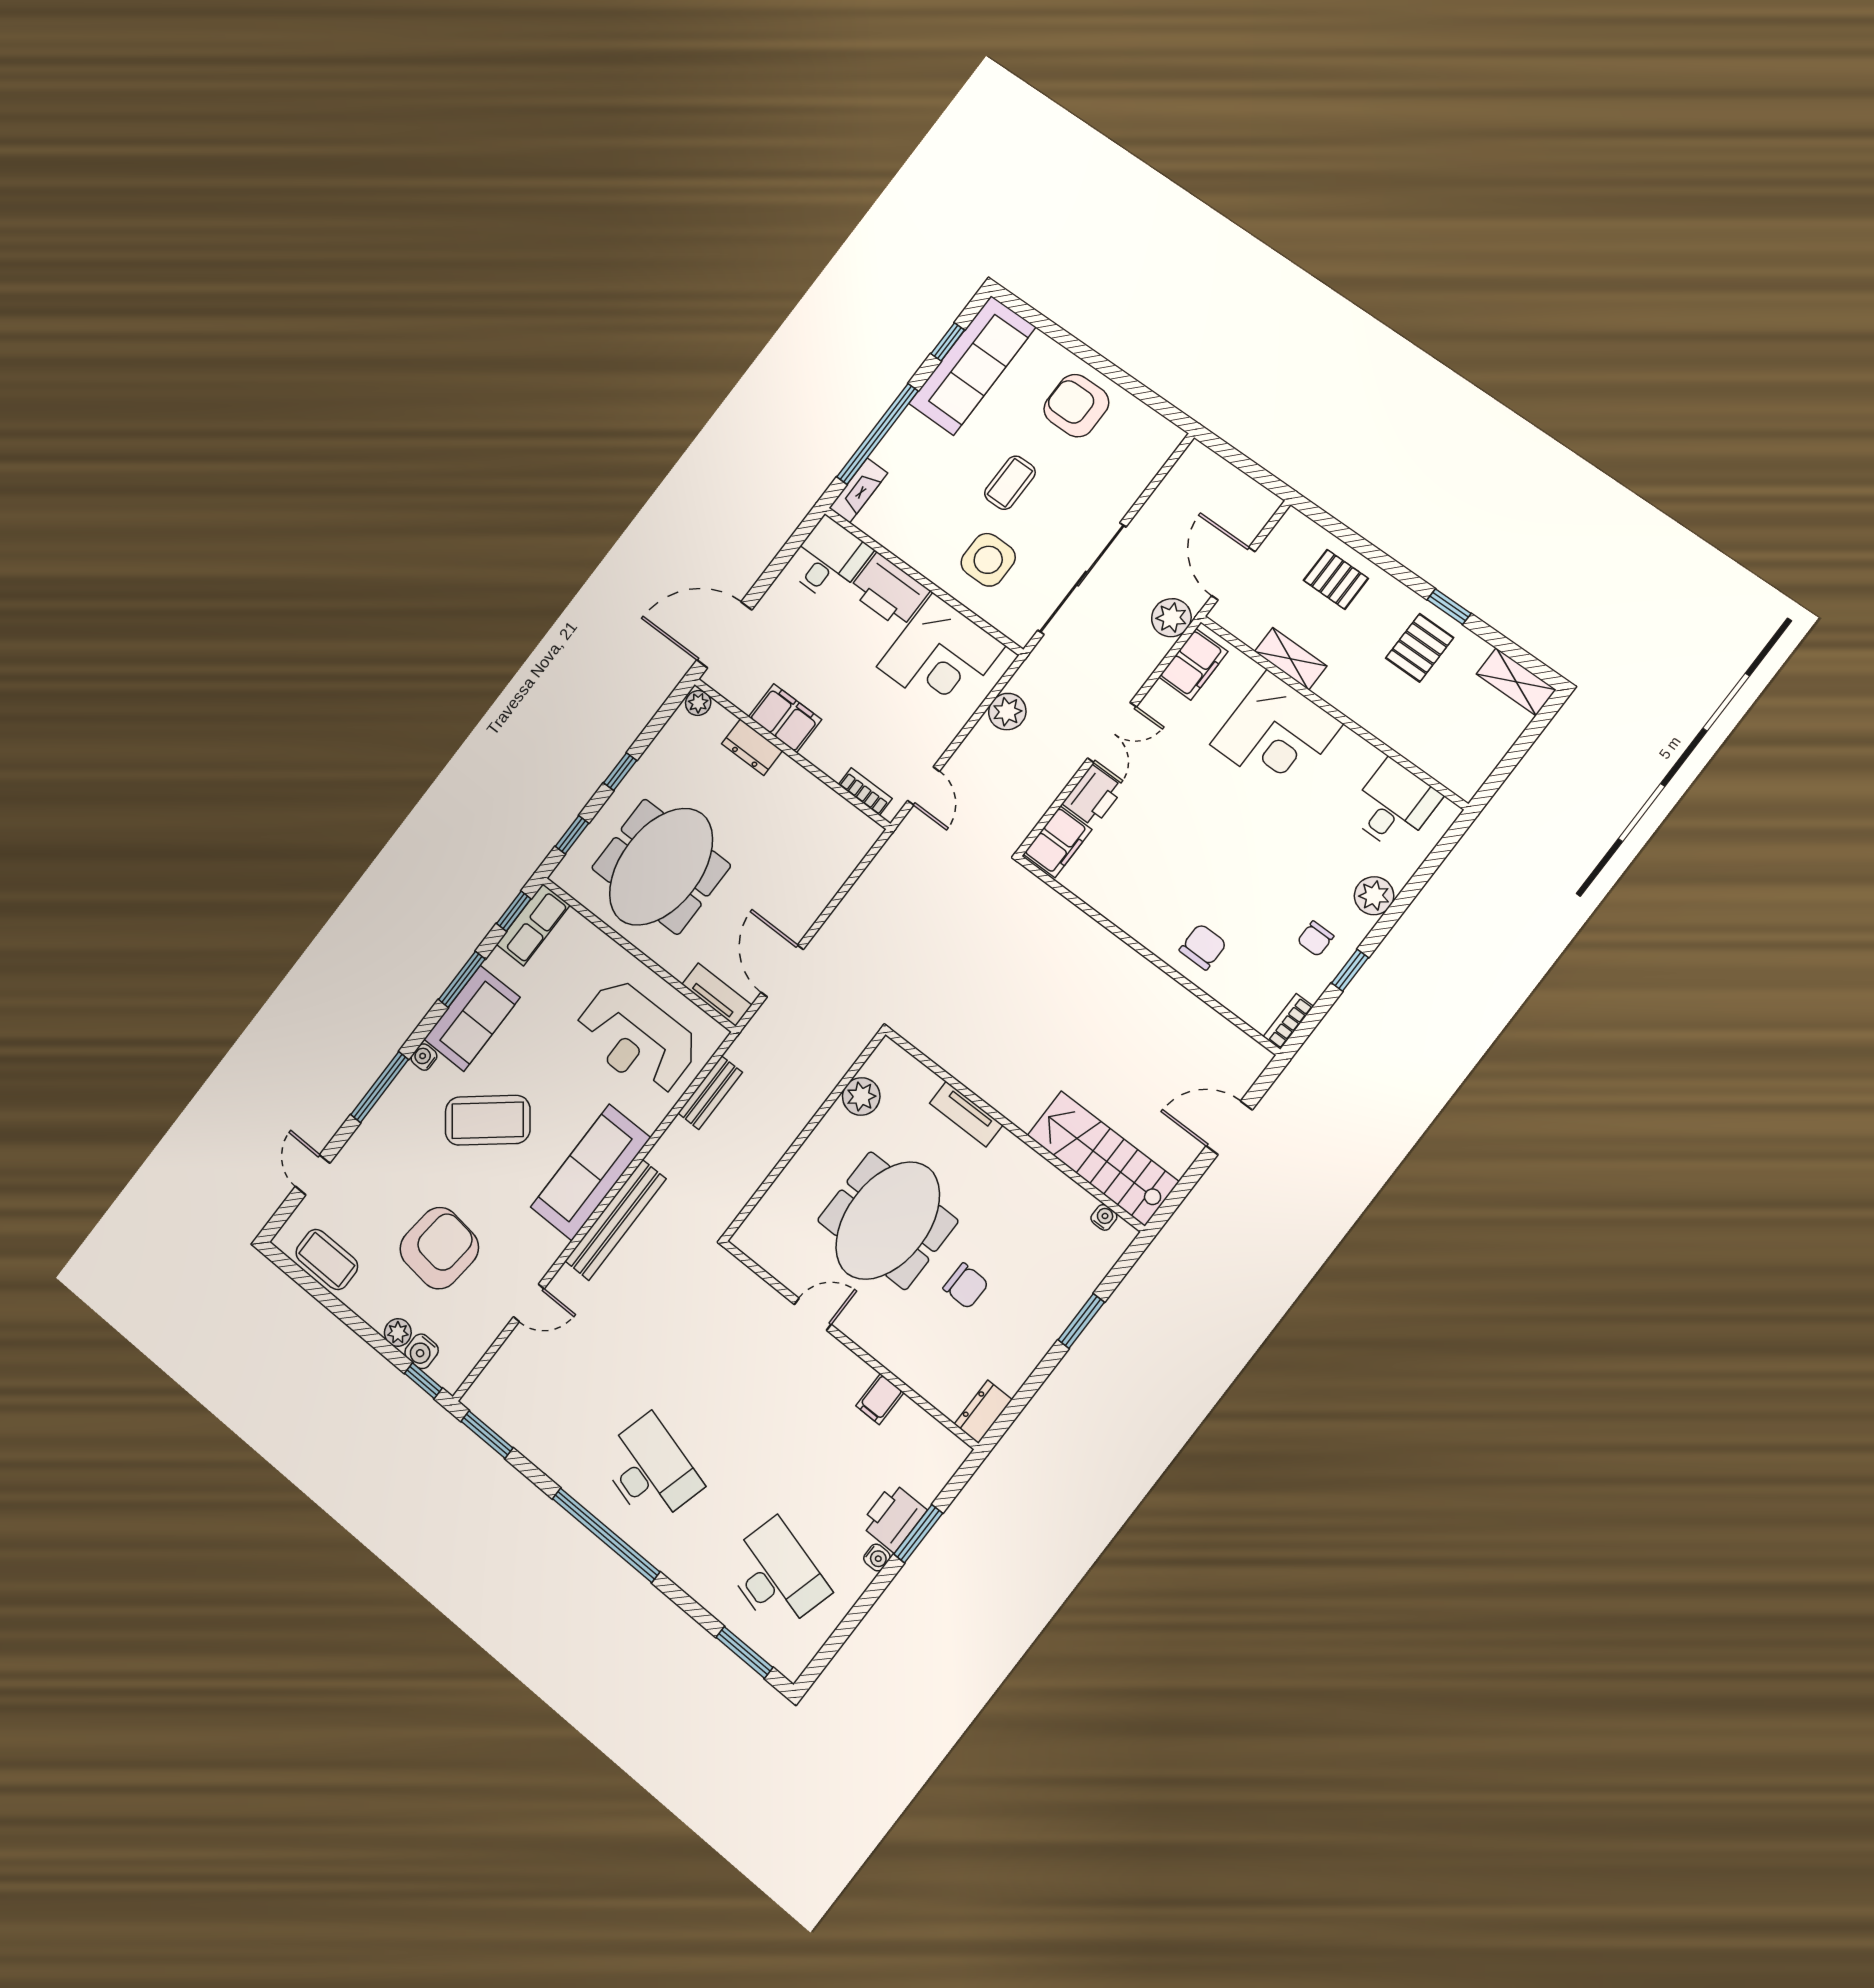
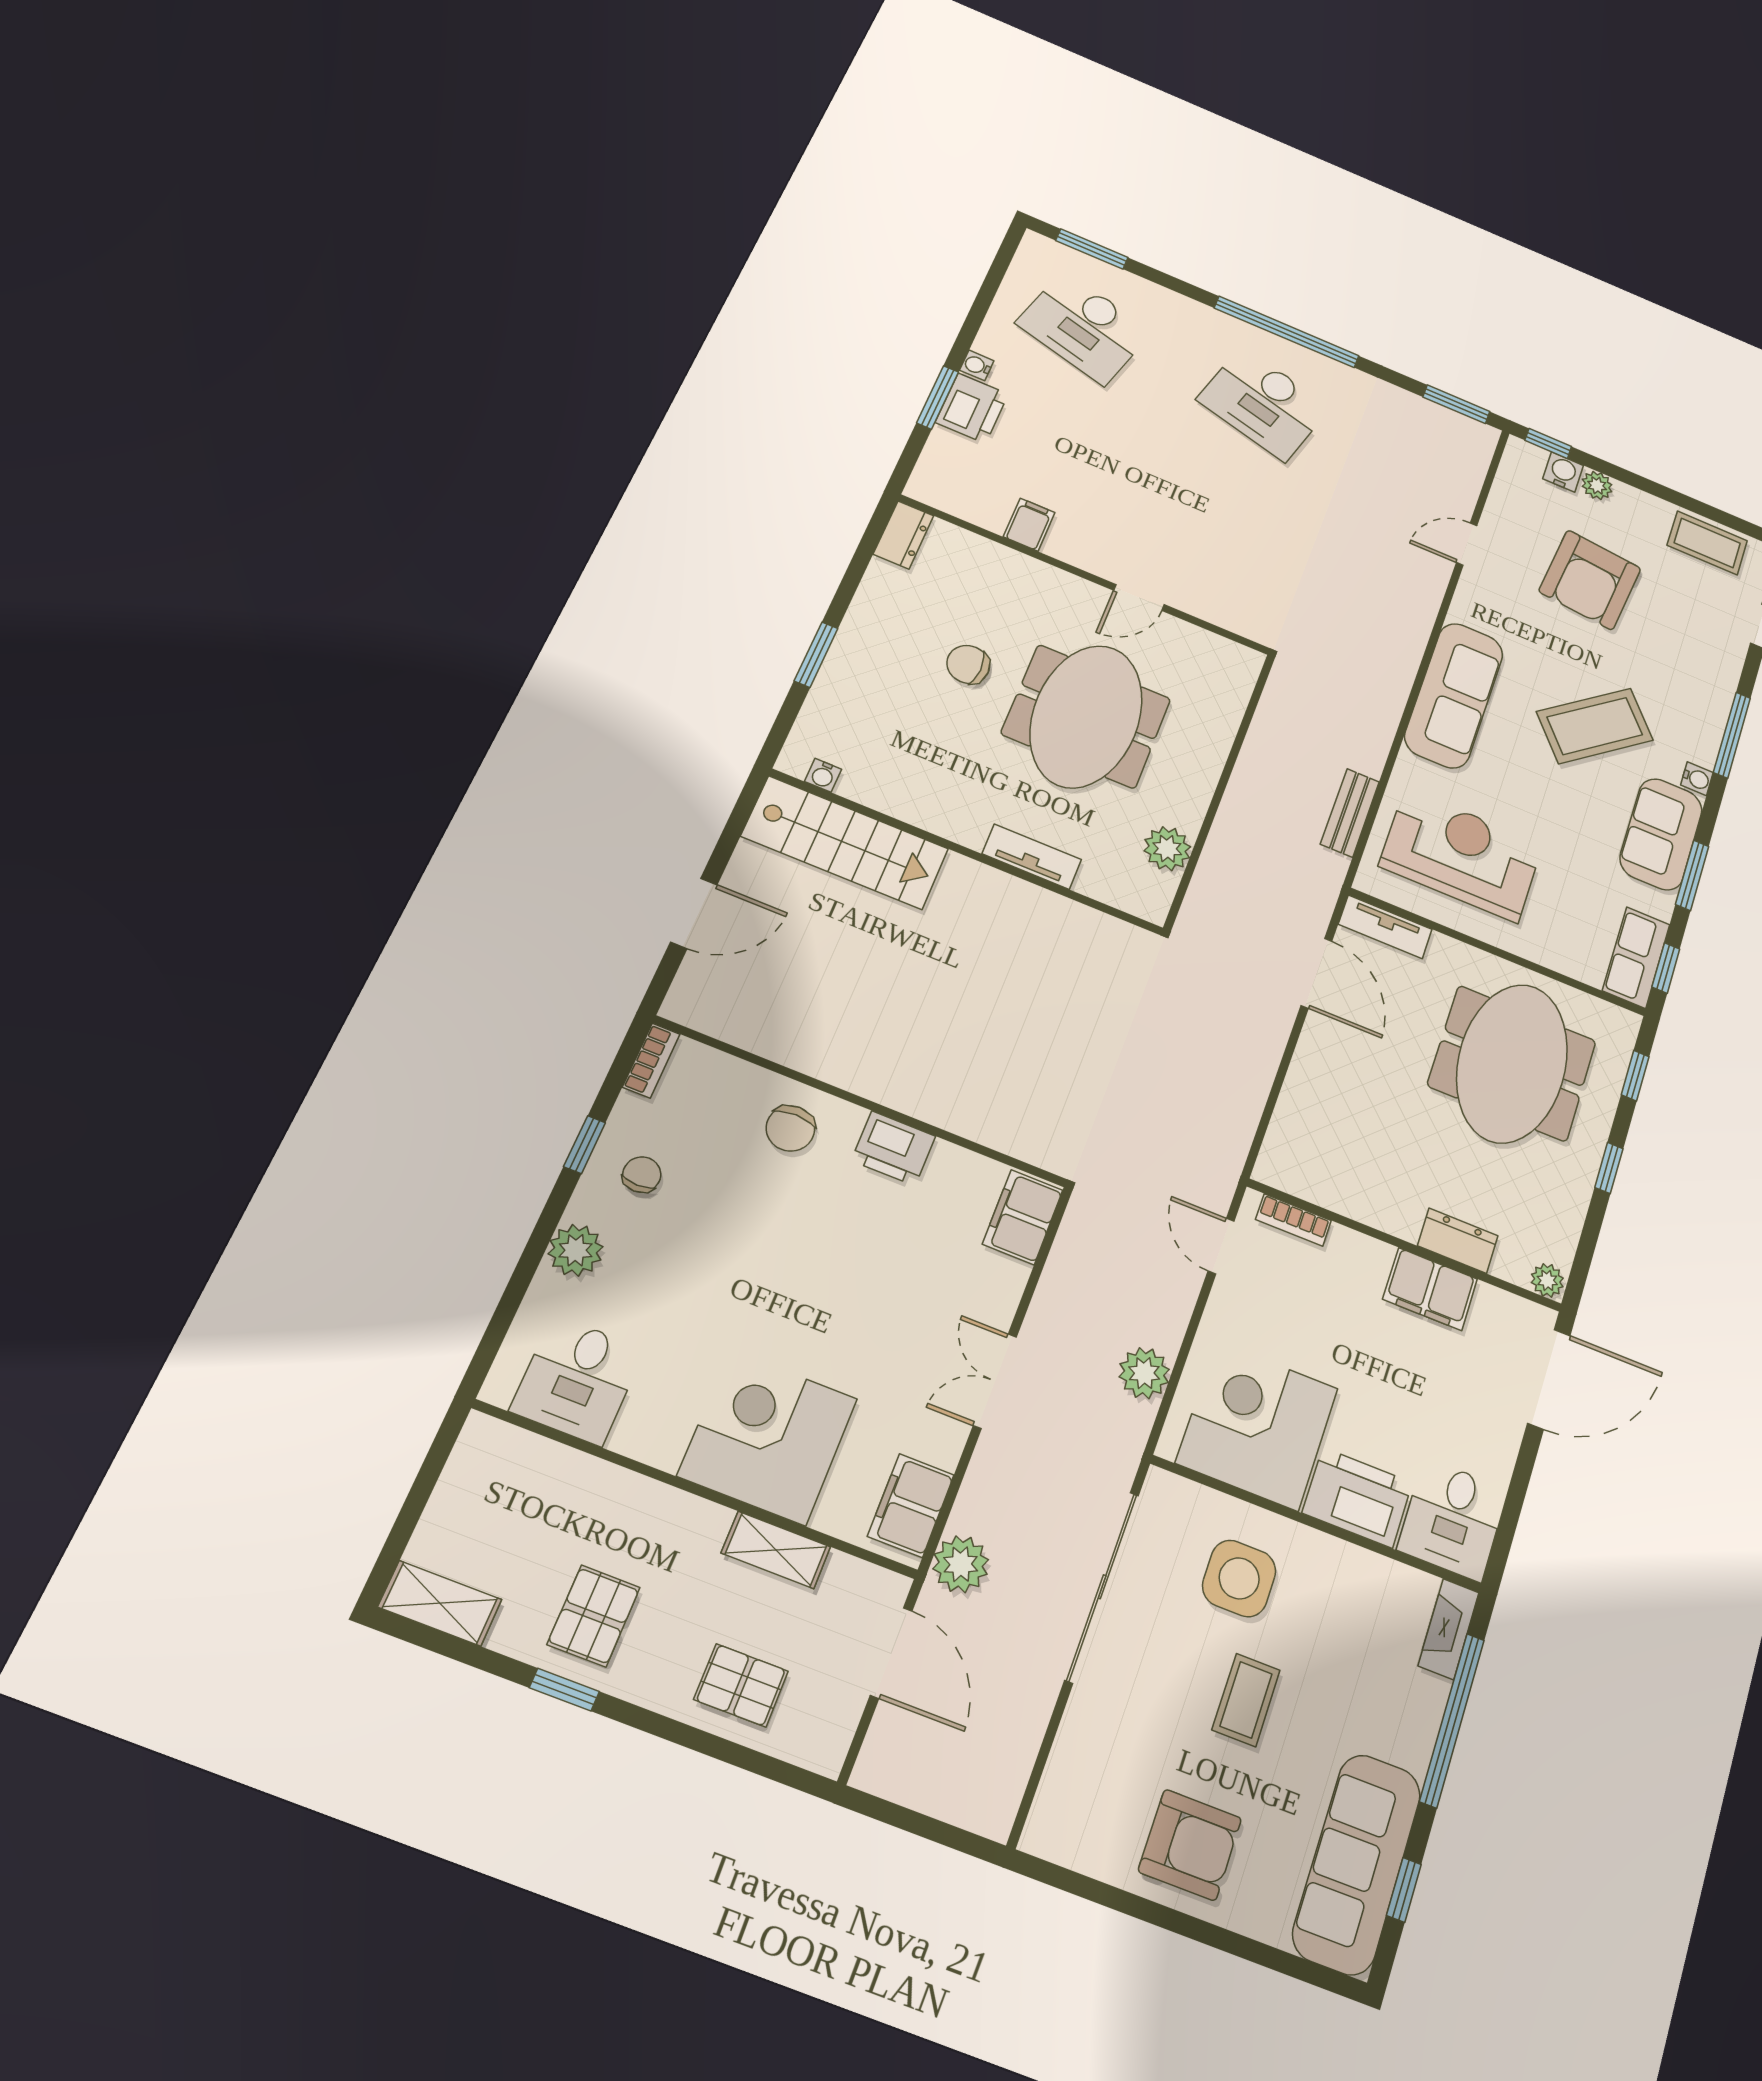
printer: (1093, 796) -> (893, 1148), moved, turned -90
bench: (616, 1220) -> (1405, 650), removed

